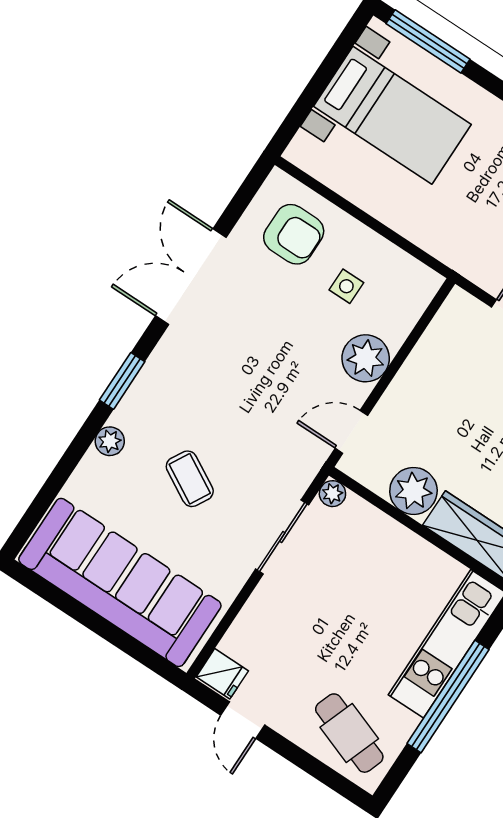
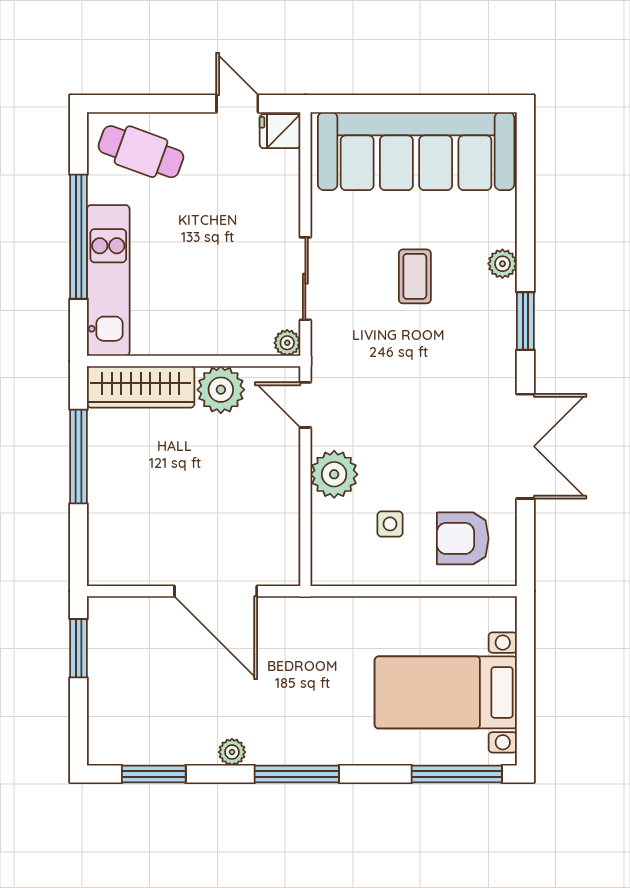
door: (351, 432) -> (305, 405), swing flipped
coffee table: (190, 479) -> (415, 276), turned 61

